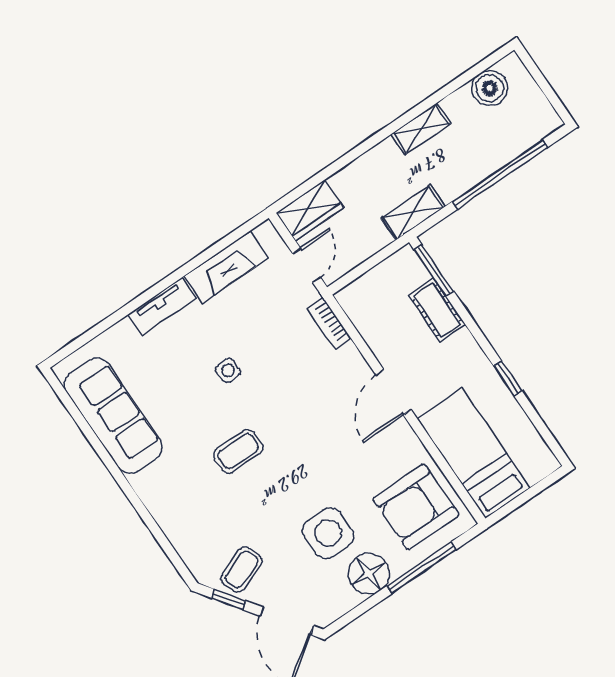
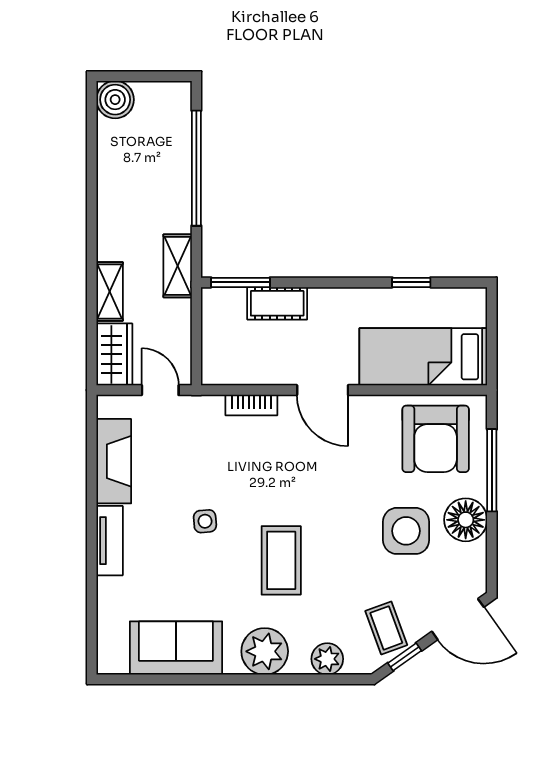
boiler: (490, 88) -> (115, 100), moved
shelving: (421, 129) -> (110, 292), moved
bookcase: (329, 323) -> (251, 405), moved
window: (508, 378) -> (411, 282), moved
sofa: (113, 416) -> (176, 648), width x0.73
coffee table: (238, 451) -> (281, 560), width x1.36, depth x1.30
plant: (158, 487) -> (265, 651), added
plant: (186, 540) -> (327, 659), added

